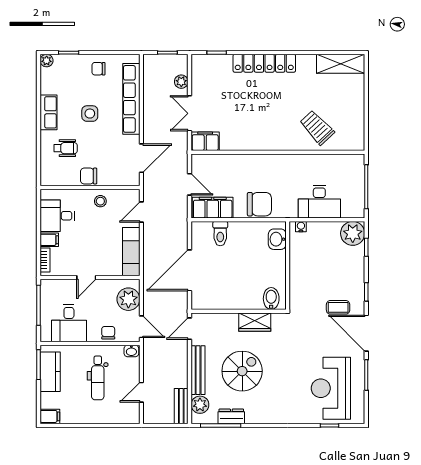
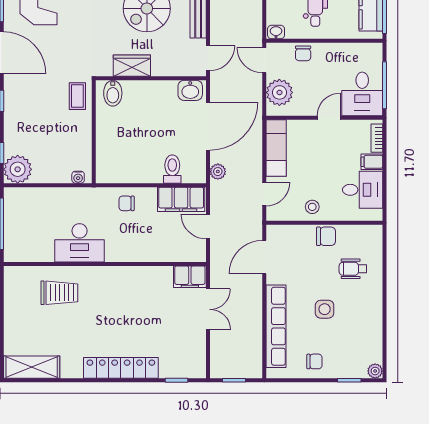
plant: (181, 82) -> (218, 172), moved
row of seats: (49, 112) -> (373, 311), removed
trolley: (317, 128) -> (59, 293), turned -47
desk: (319, 202) -> (80, 243), moved, turned 180
chair: (259, 204) -> (127, 203), width x0.54, depth x0.54
washbasin: (277, 239) -> (190, 90), moved, turned 90
coffee table: (338, 307) -> (77, 96), moved, turned 90
desk: (69, 323) -> (362, 94), moved, turned 180

